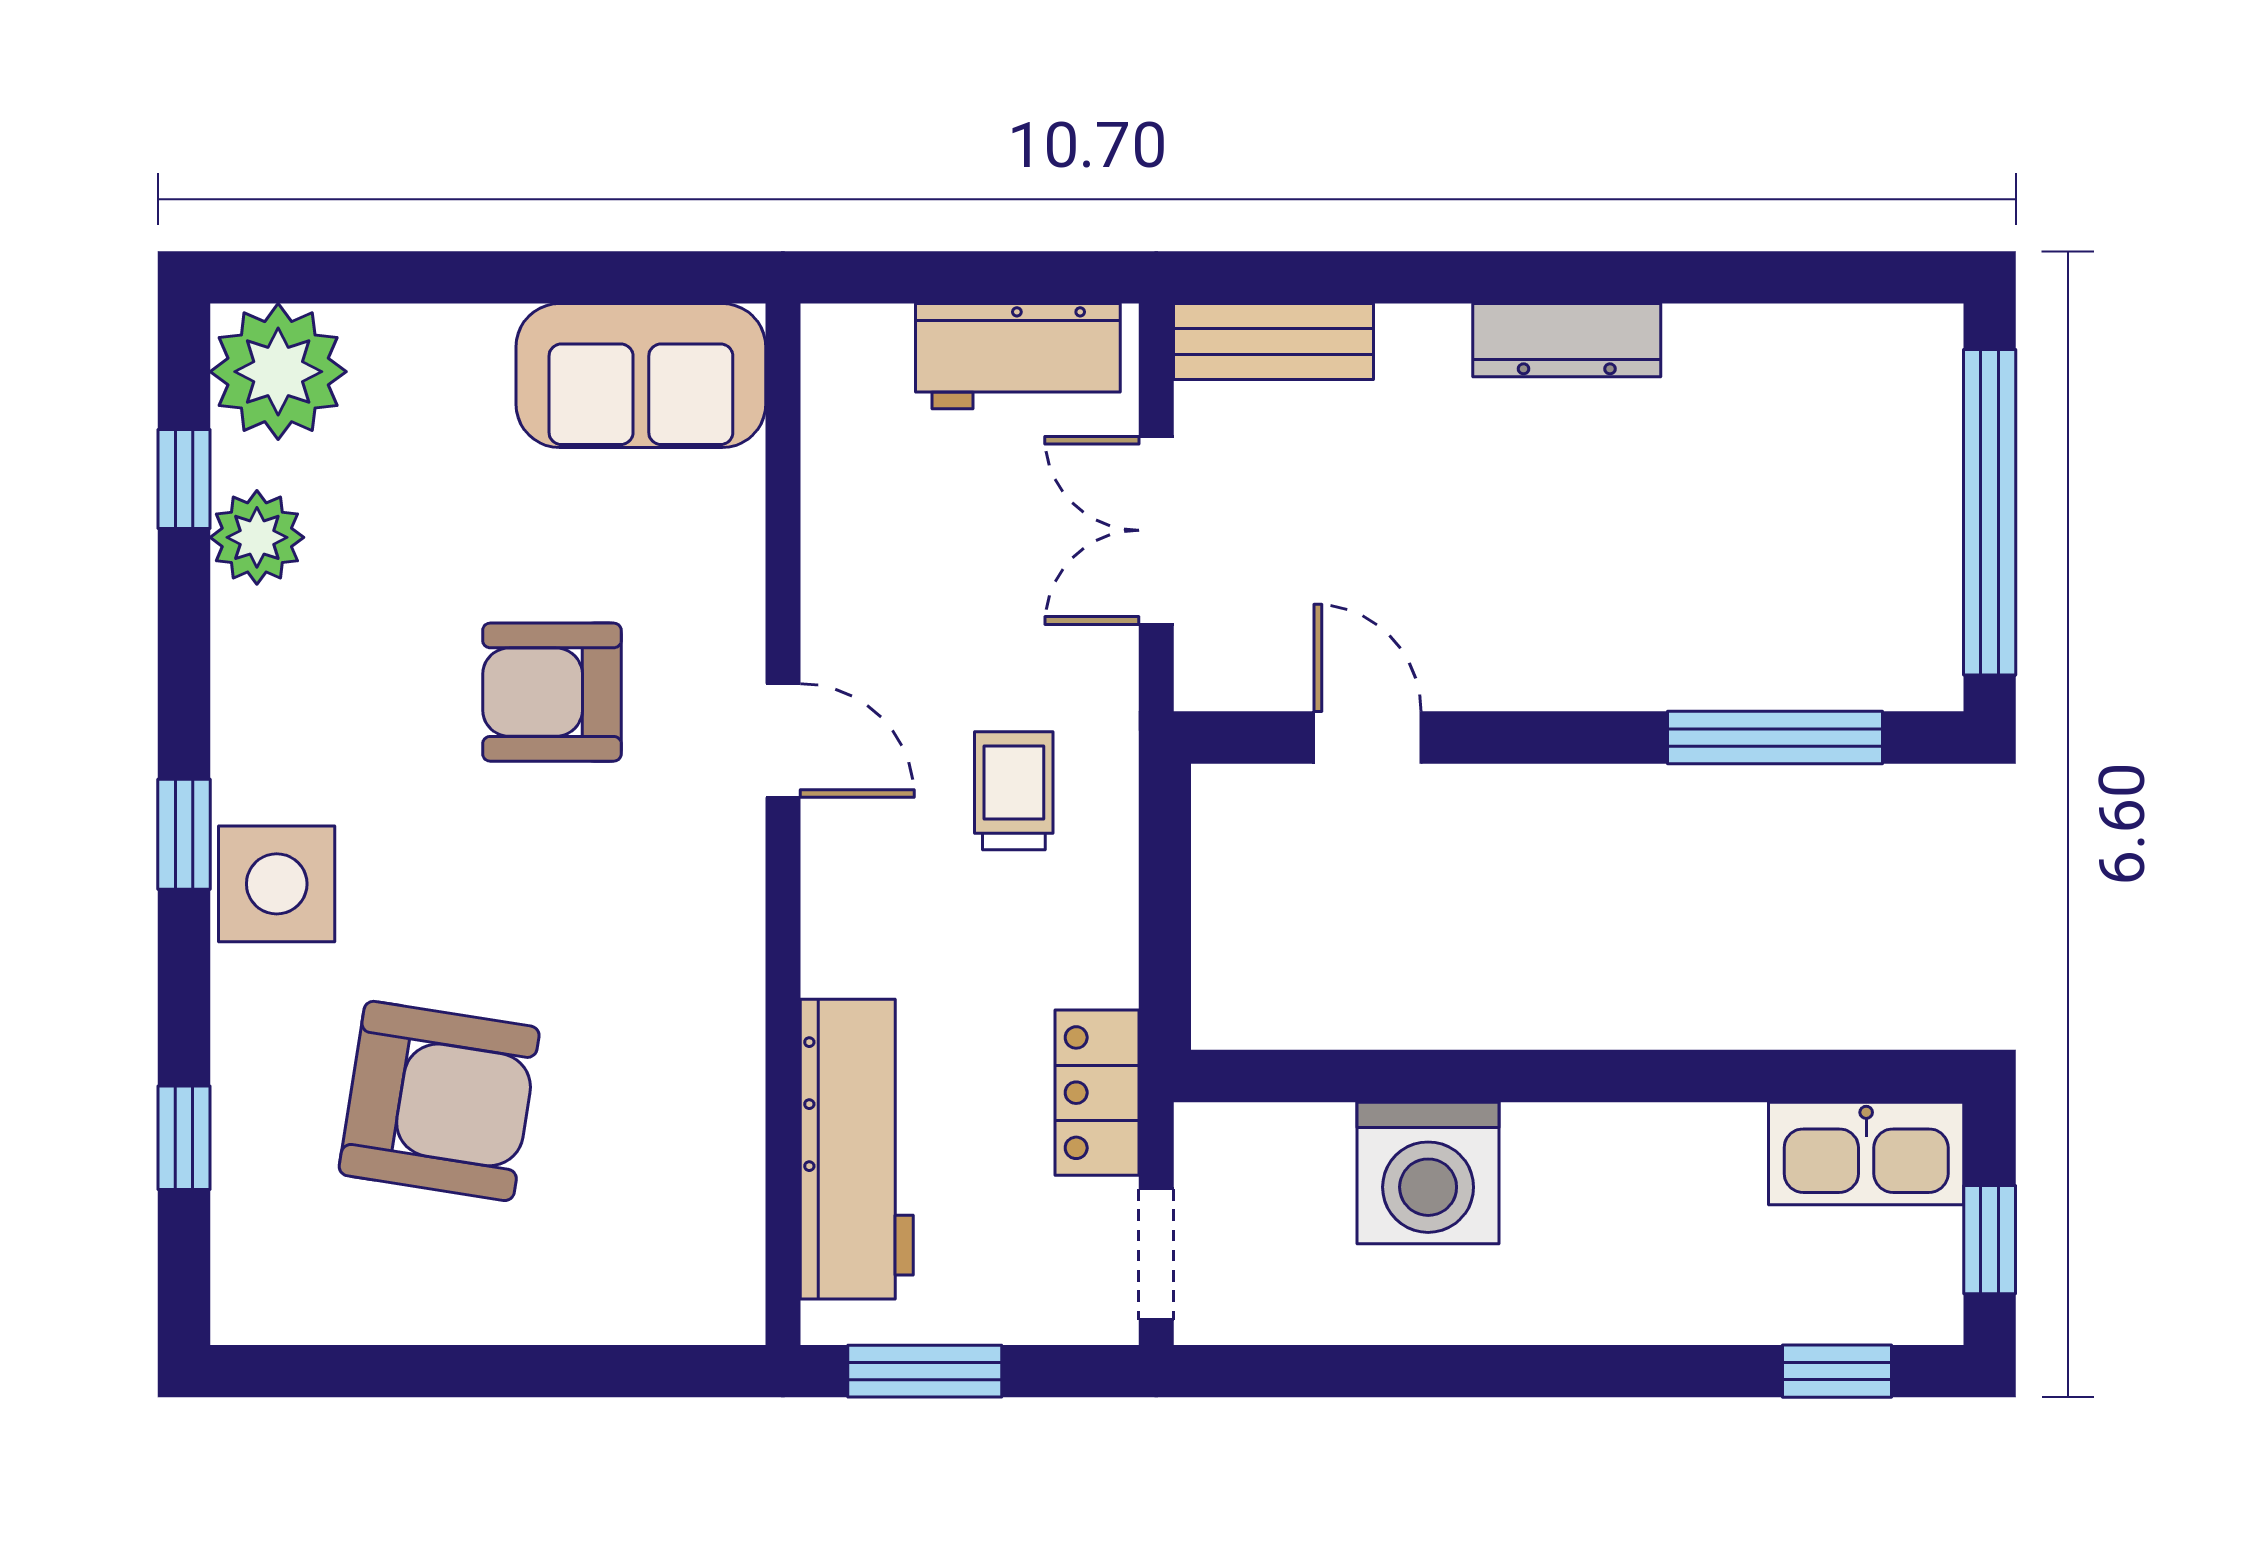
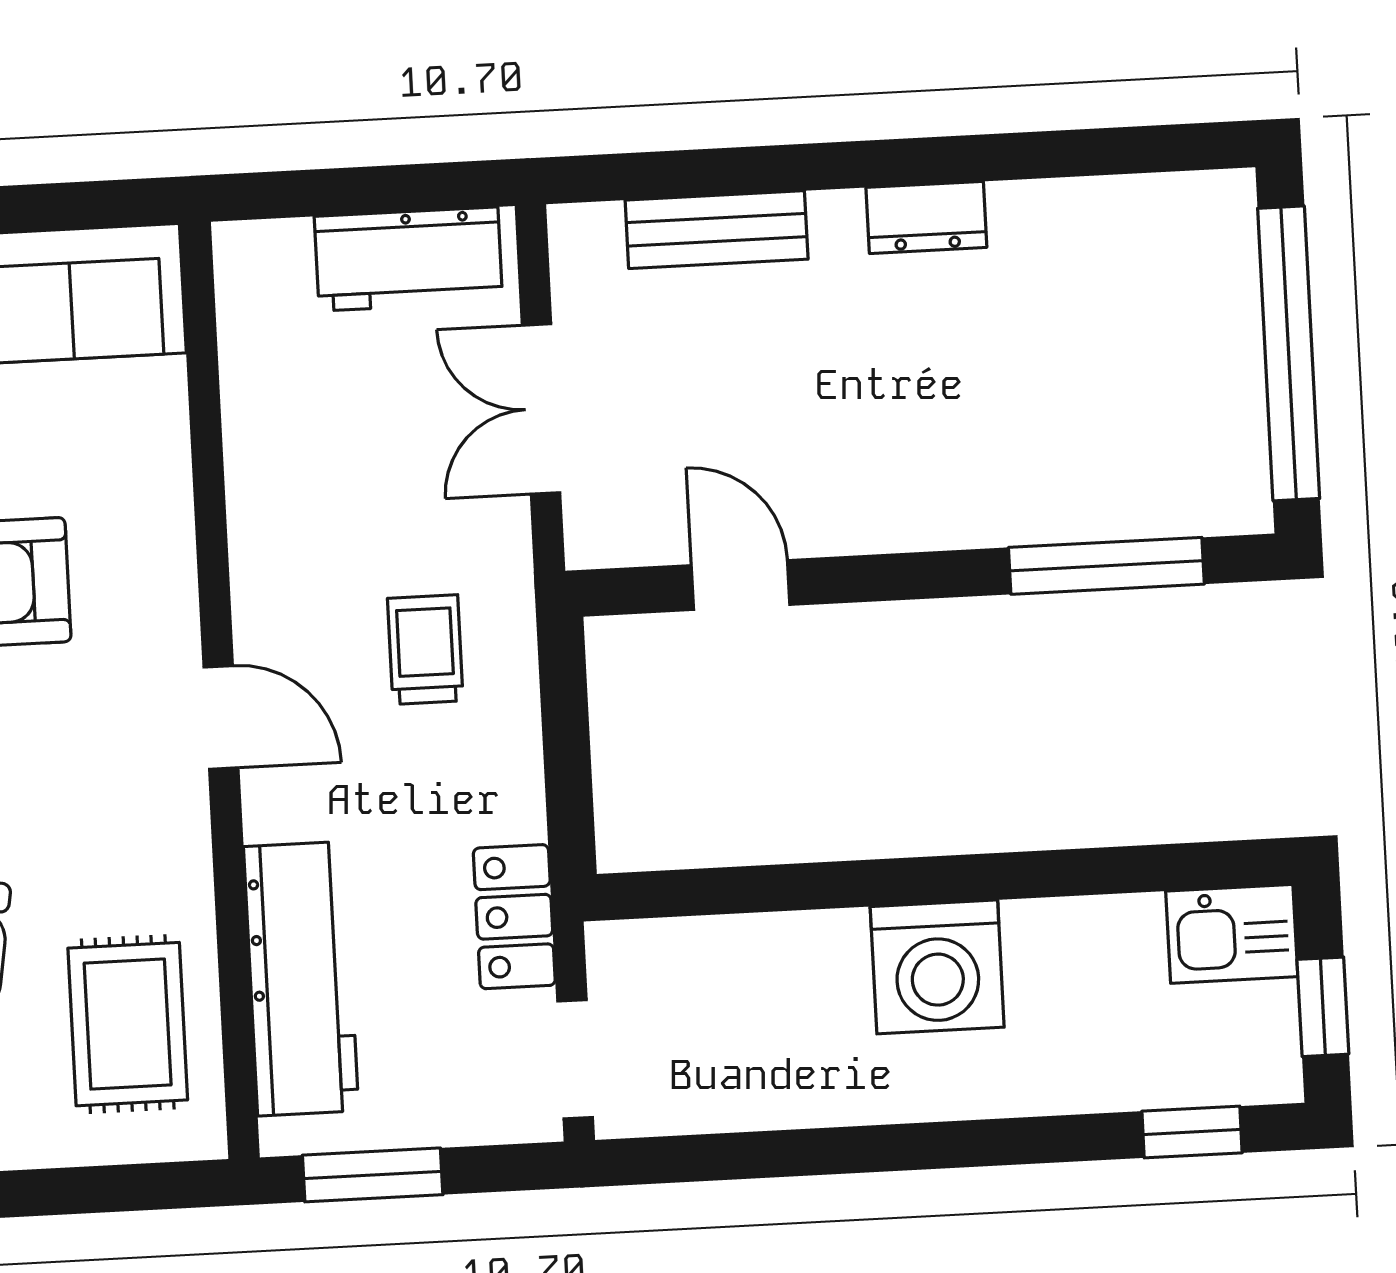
dresser: (1567, 340) -> (926, 217), width x0.70
bench: (1273, 342) -> (717, 230), moved
door: (783, 740) -> (221, 717), moved
kitchen sink: (1866, 1153) -> (1232, 934), width x0.73
washing machine: (1428, 1173) -> (937, 967), moved
rug: (662, 1189) -> (128, 1024), added

